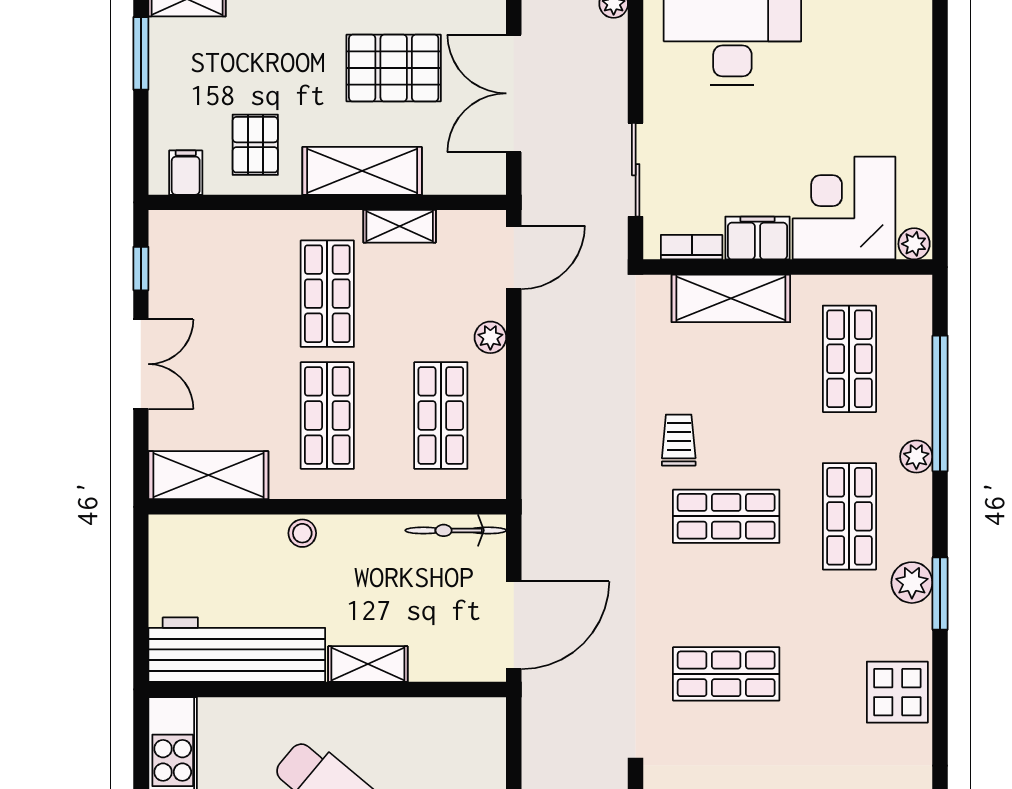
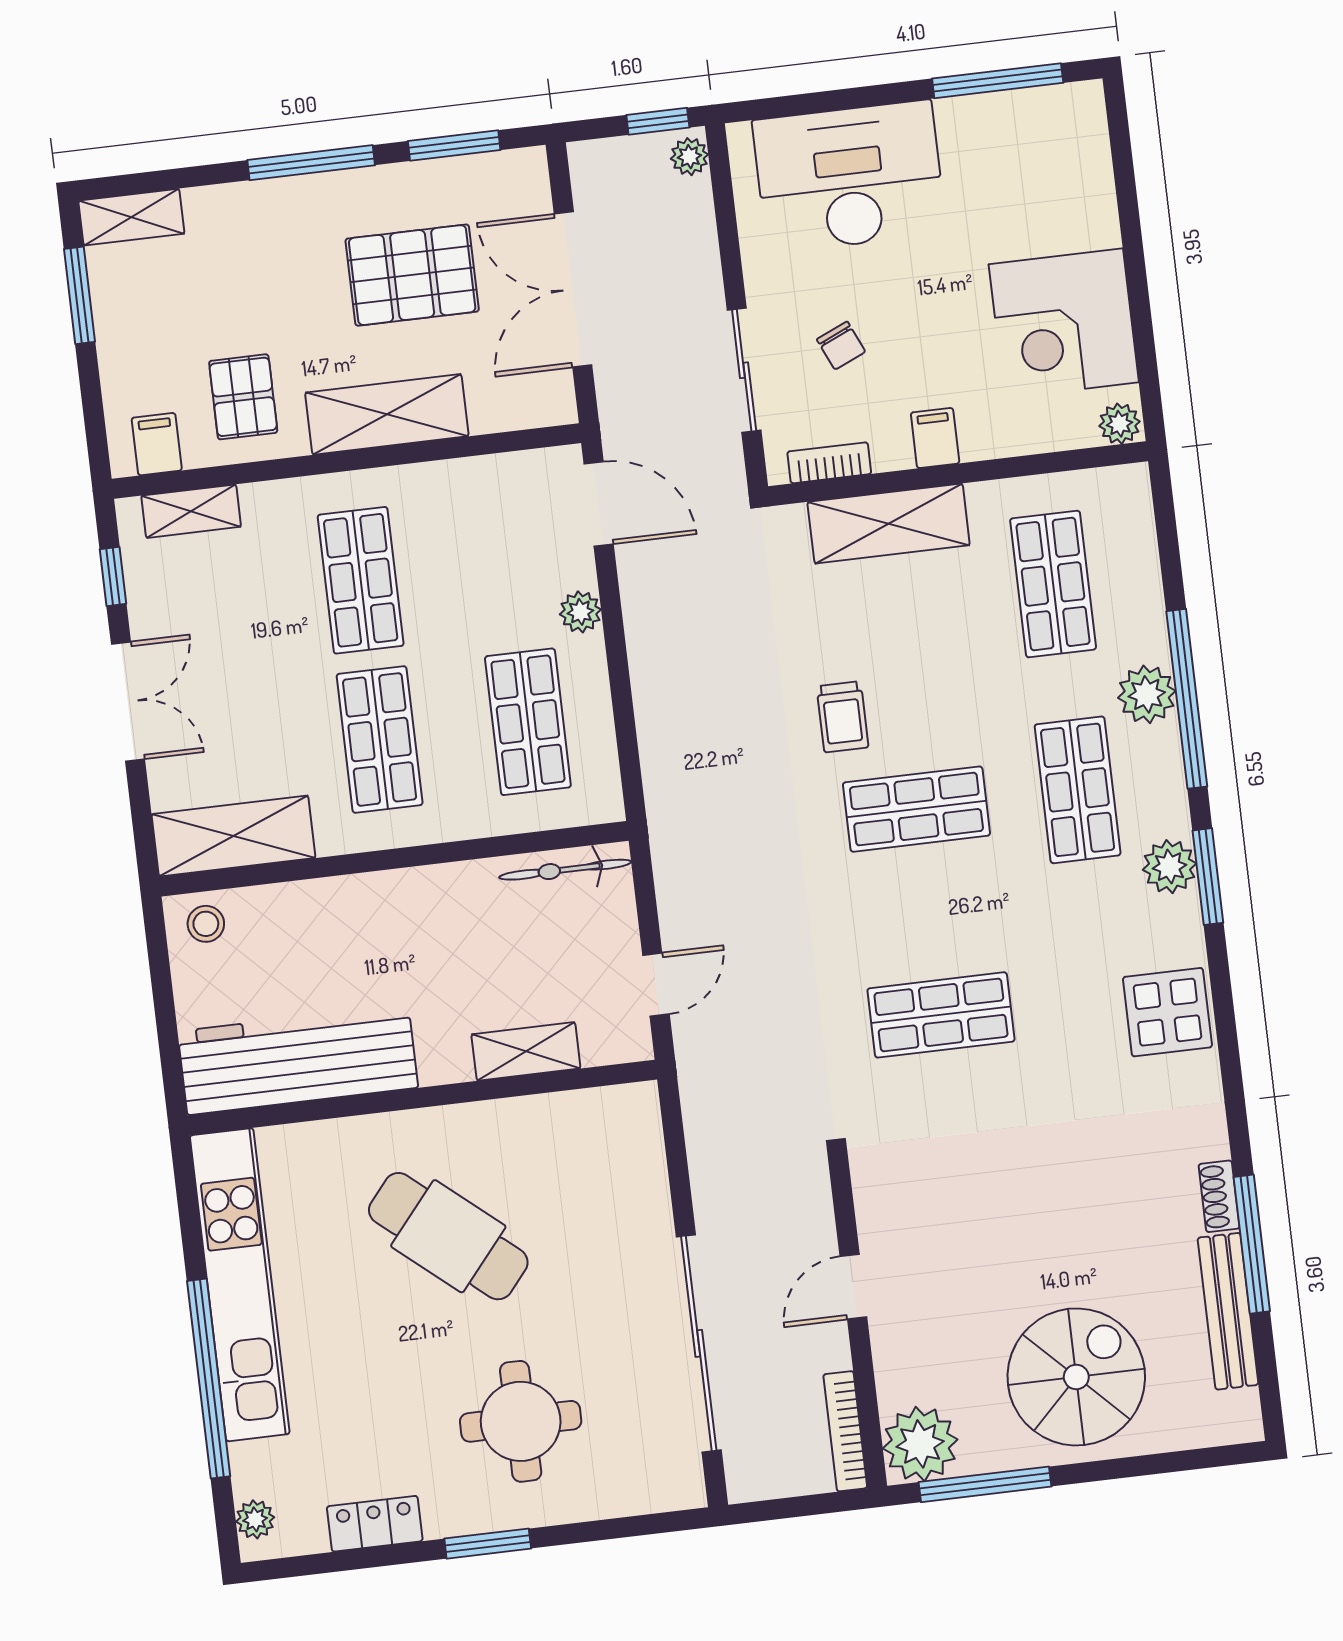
chair: (711, 160) -> (841, 345), added
corner desk: (844, 208) -> (1064, 323), moved, turned -90
shelving: (400, 226) -> (191, 511), moved
filing cabinet: (757, 238) -> (935, 438), width x0.50
door: (514, 257) -> (599, 504), hinge flipped
window: (940, 403) -> (1187, 699), moved
trolley: (679, 440) -> (842, 717), turned 180
plant: (916, 457) -> (1147, 694), width x1.38, depth x1.38
stool: (302, 533) -> (206, 924), moved
door: (514, 625) -> (656, 985), width x0.53
shelving: (368, 664) -> (526, 1051), moved

